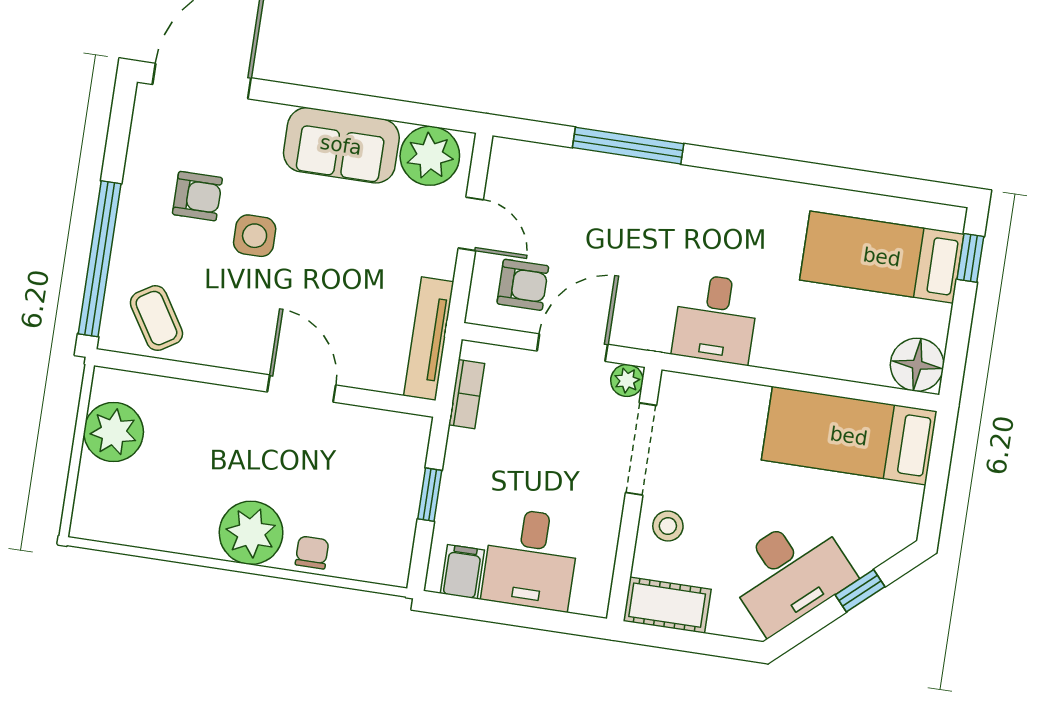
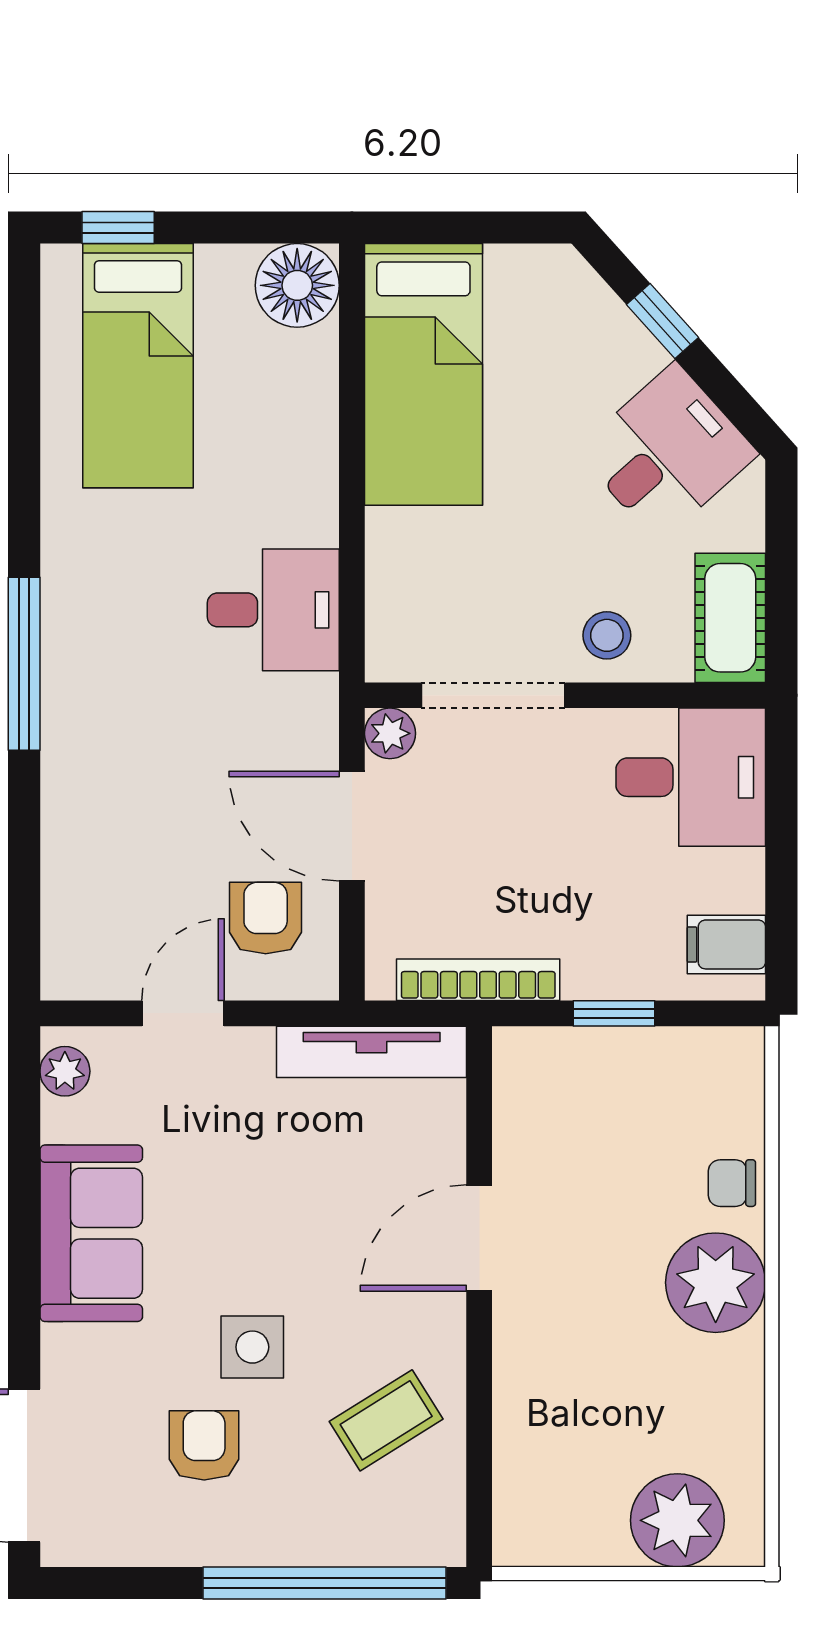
window: (628, 146) -> (24, 664), moved
plant: (430, 156) -> (65, 1071), width x0.53, depth x0.53
coffee table: (156, 318) -> (386, 1420), moved
bookcase: (467, 394) -> (478, 980), width x1.56
plant: (114, 432) -> (677, 1520), moved
desk: (531, 559) -> (691, 777), moved
desk: (790, 573) -> (667, 452), width x0.73

